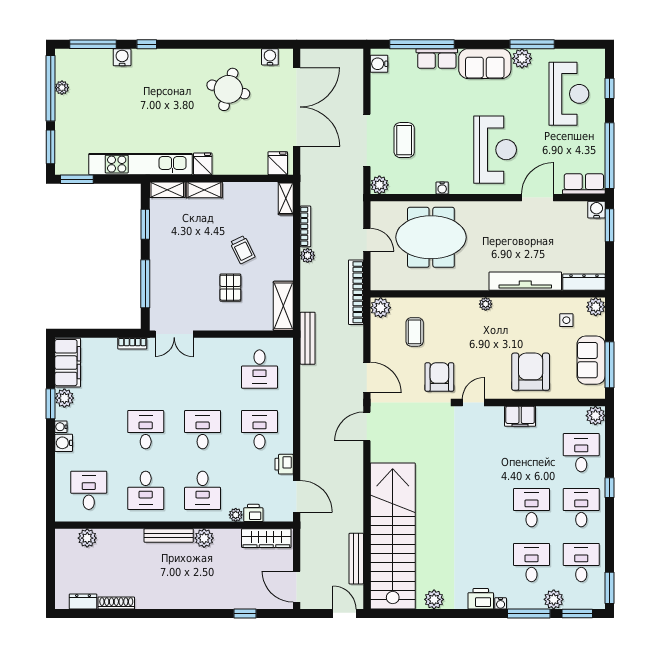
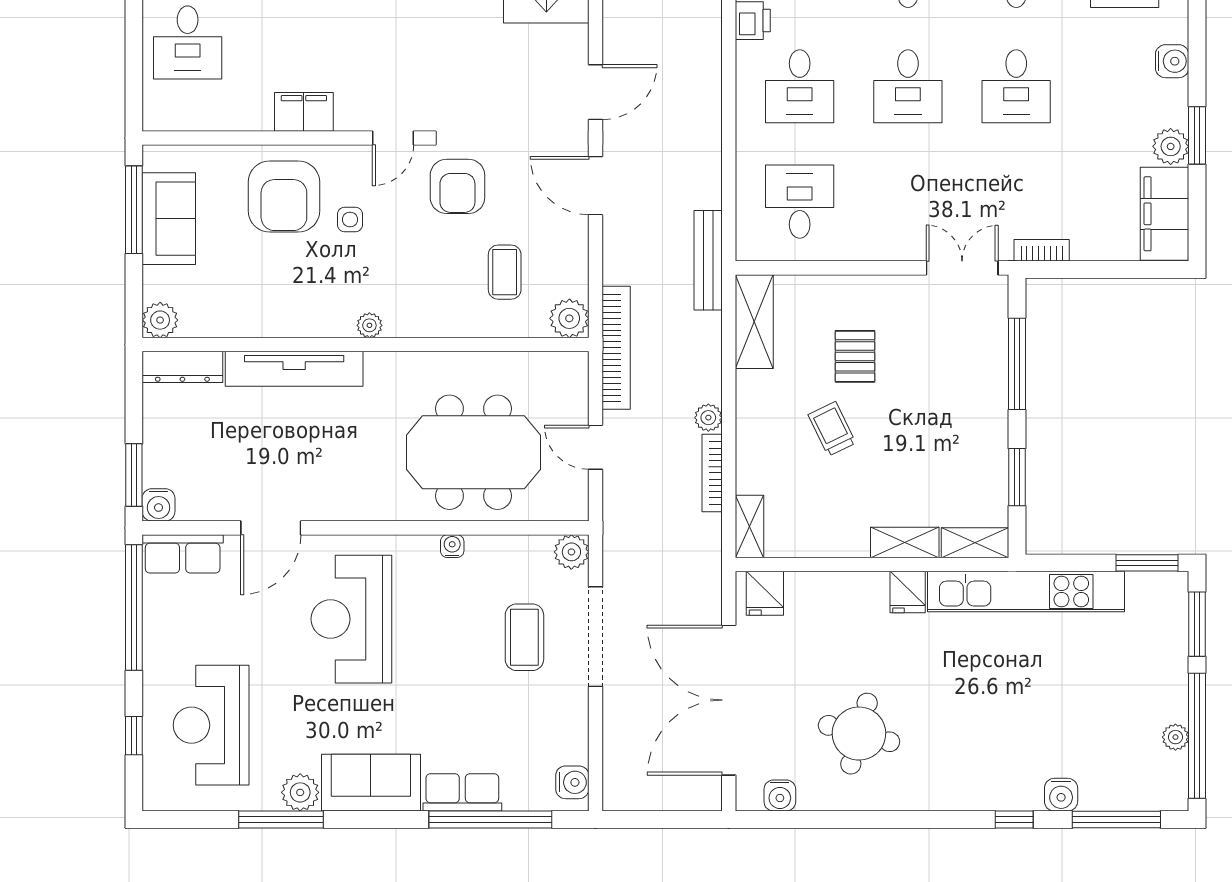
side table: (566, 320) -> (350, 219), moved
plant: (595, 416) -> (161, 113), removed
water cooler: (61, 427) -> (1177, 92), removed

